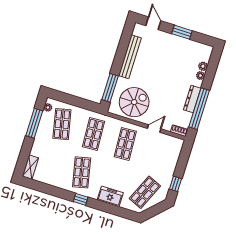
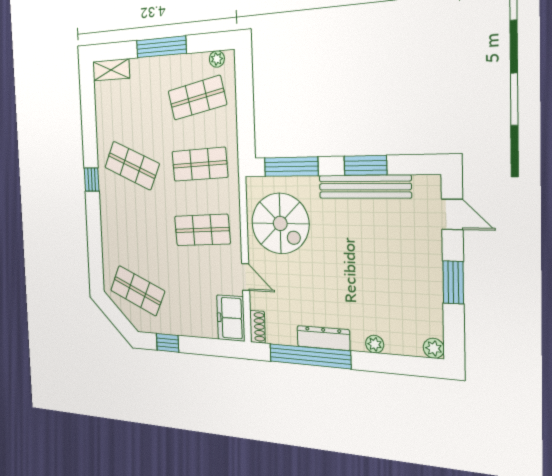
door: (153, 23) -> (452, 214), hinge flipped
window: (121, 53) -> (365, 165), added
plant: (203, 66) -> (434, 348), moved
window: (34, 123) -> (161, 47), moved
shop shelf: (82, 172) -> (132, 166), turned 36
freezer: (110, 196) -> (231, 318), moved, turned 180

